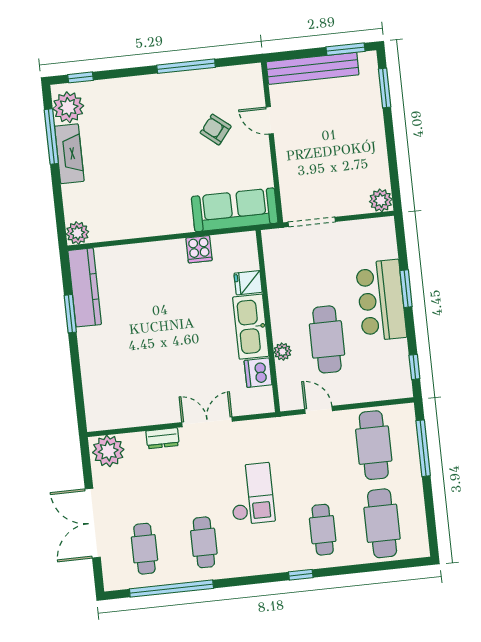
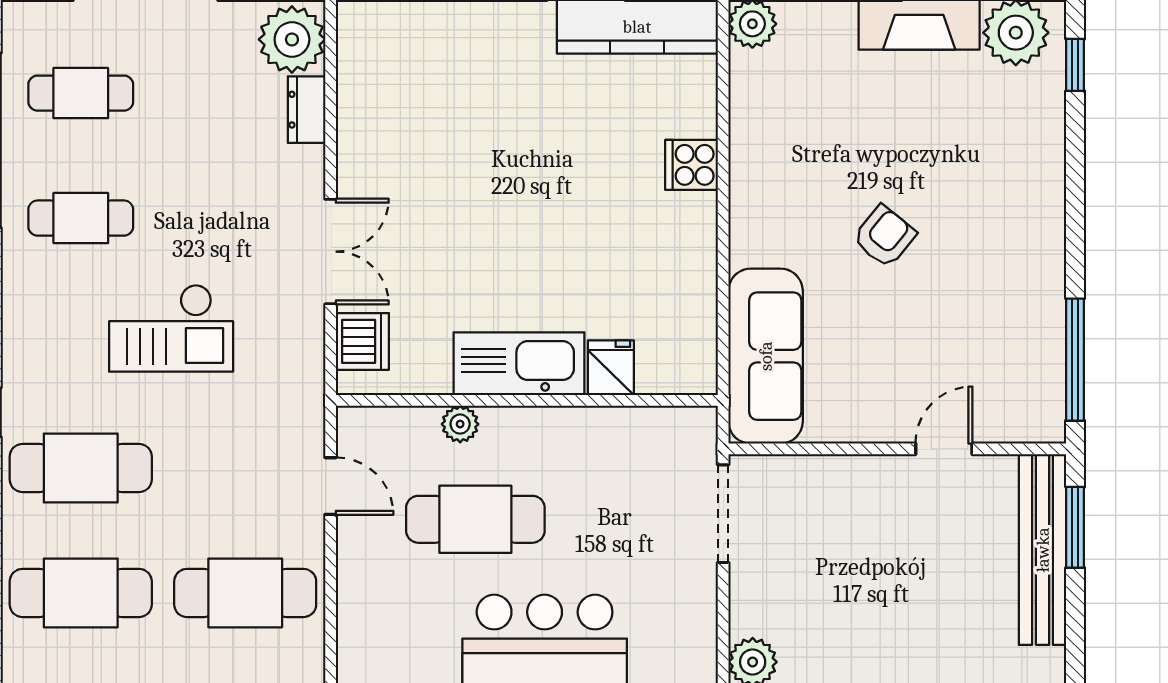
window: (345, 49) -> (1075, 527), moved
window: (186, 66) -> (1075, 360), moved
armchair: (216, 130) -> (884, 236), moved
cooker: (199, 249) -> (691, 165), moved
dishwasher: (258, 373) -> (362, 341), moved, turned 90
door: (319, 410) -> (331, 486), hinge flipped
dresser: (162, 438) -> (307, 110), moved
cafe table: (323, 530) -> (81, 468), width x1.37, depth x1.35

